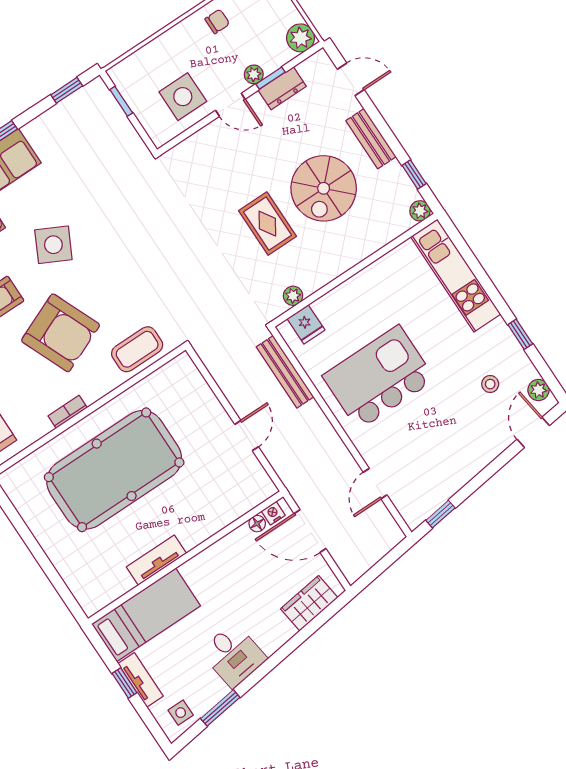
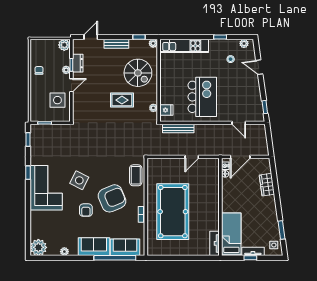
spiral stairs: (324, 188) -> (138, 73), moved
kitchen island: (379, 377) -> (202, 97), turned 180
door: (533, 432) -> (259, 67), moved
door: (247, 436) -> (192, 157), swing flipped
tv unit: (156, 560) -> (214, 243), moved
wardrobe: (309, 603) -> (267, 185), moved
desk: (233, 655) -> (266, 213), removed

